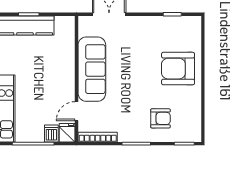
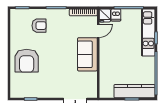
sofa: (92, 69) -> (87, 54), width x0.73
armchair: (178, 69) -> (27, 61), turned 90
armchair: (160, 118) -> (39, 26), turned 180

